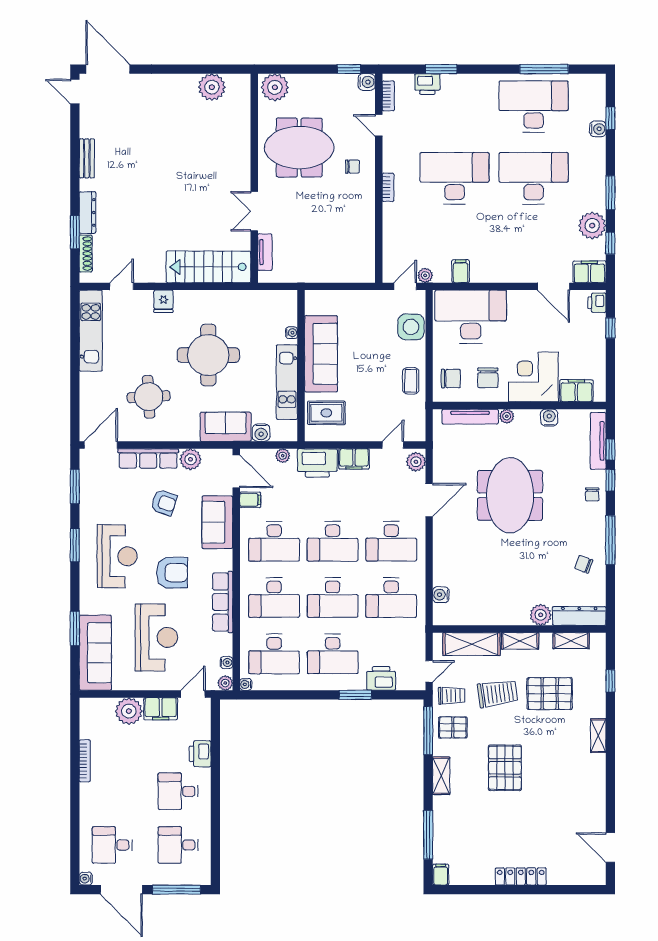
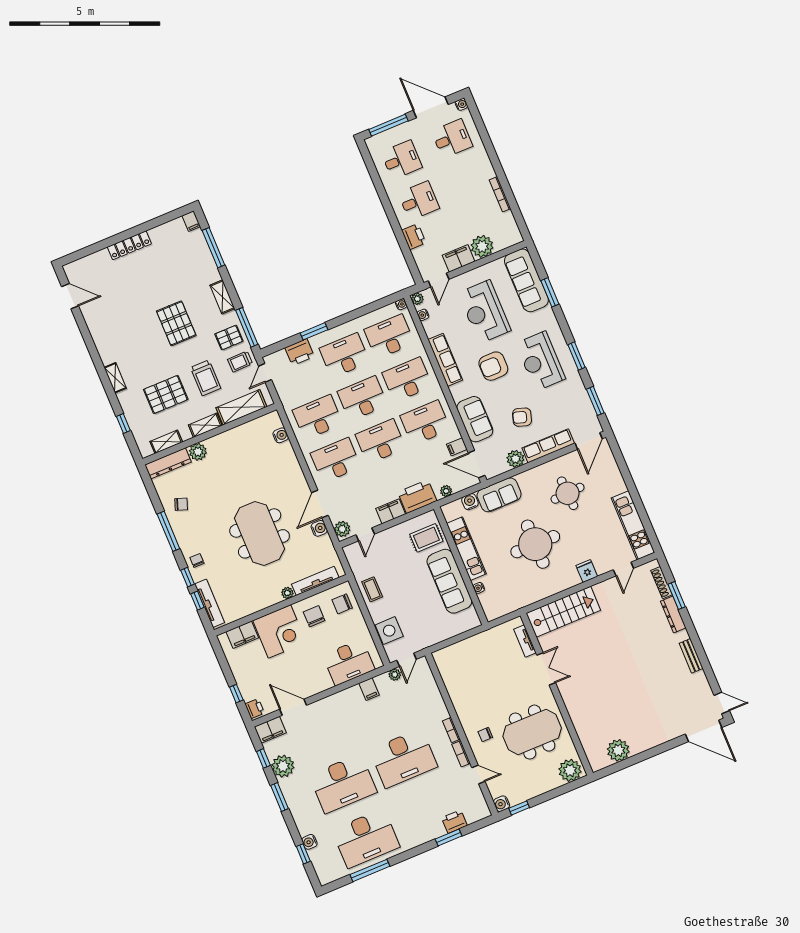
bookcase: (388, 96) -> (461, 754), moved
desk: (471, 317) -> (349, 662), width x0.73, depth x0.77
water cooler: (549, 418) -> (319, 528), moved, turned -90
trolley: (498, 693) -> (206, 378), turned -82

